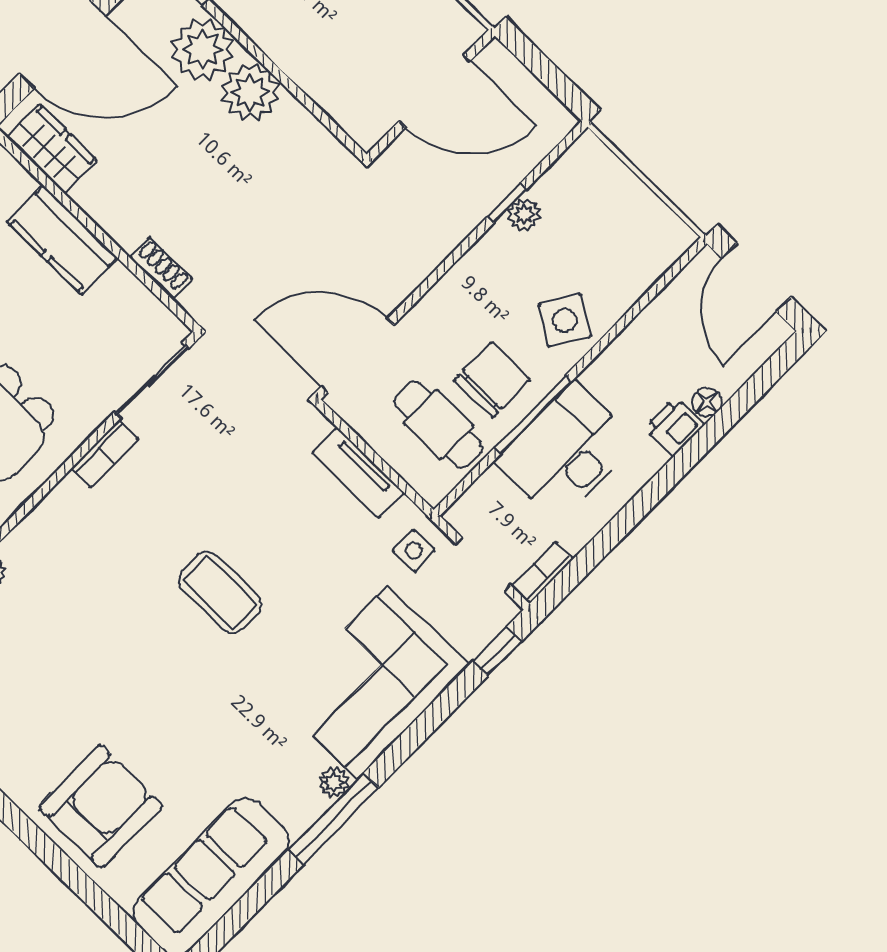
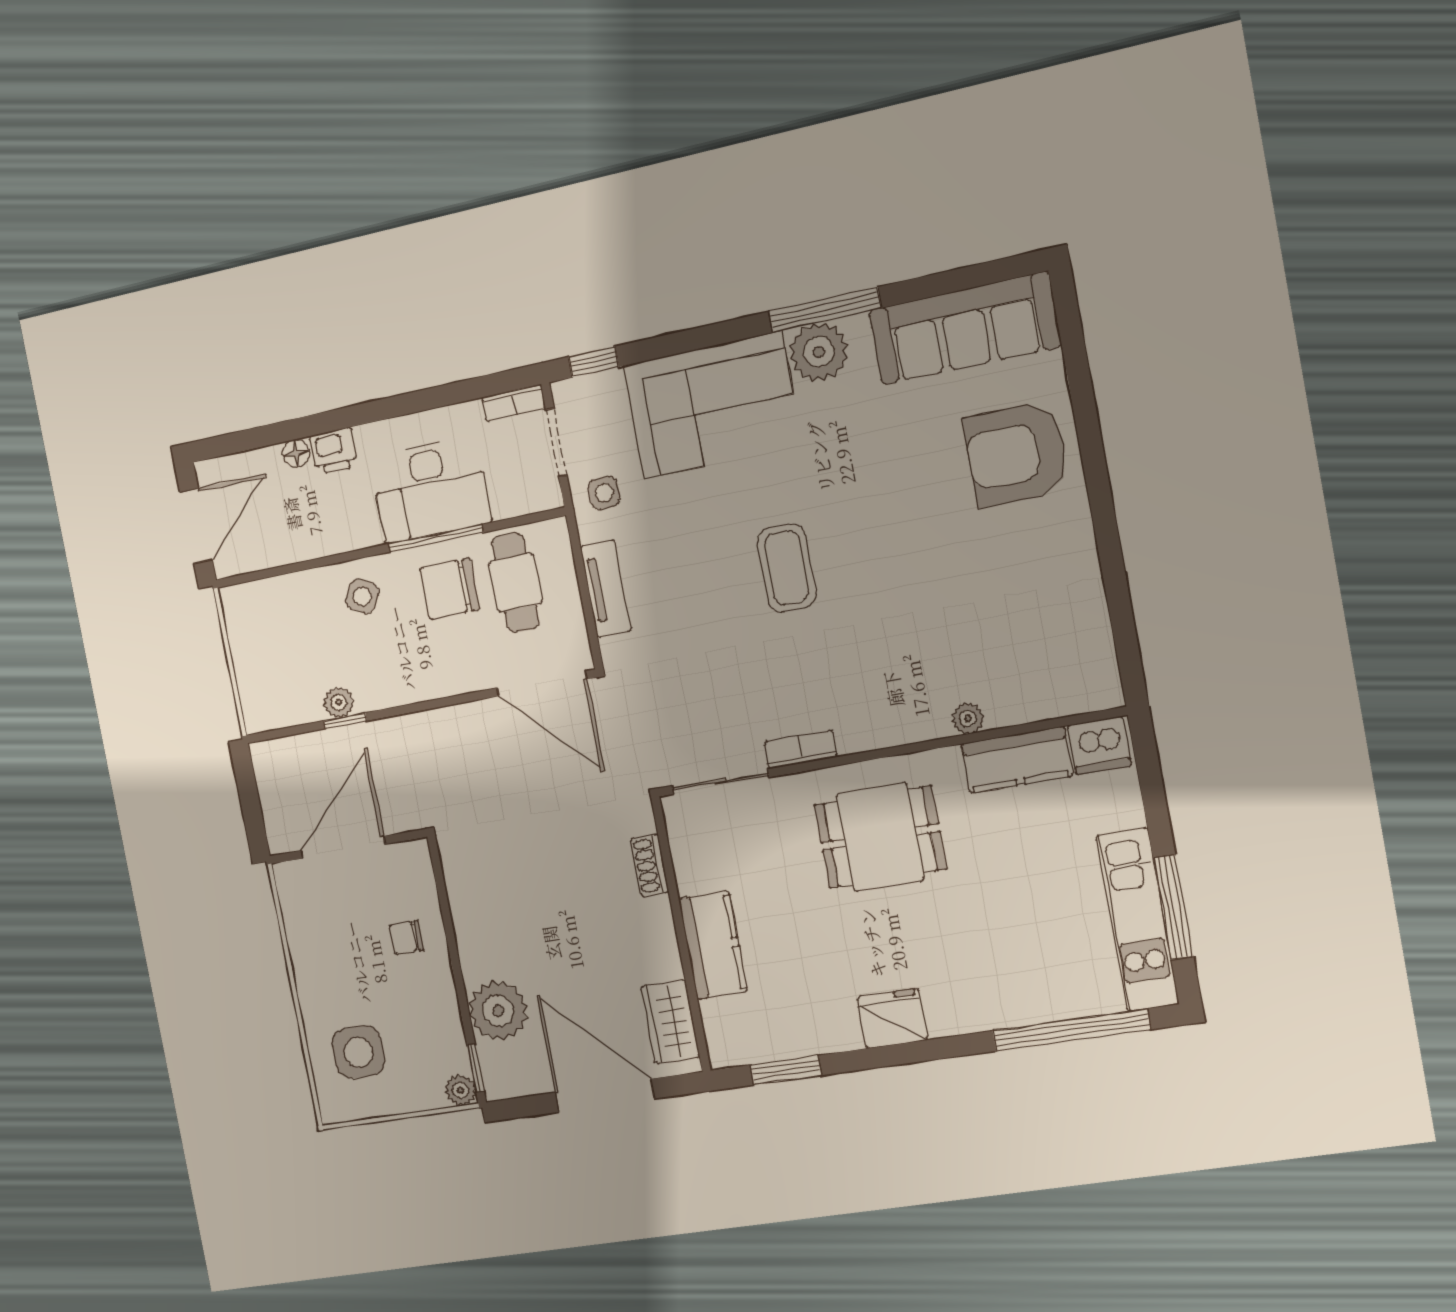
chair: (325, 54) -> (406, 937), added
door: (435, 91) -> (343, 847), hinge flipped
plant: (250, 92) -> (484, 951), removed
side table: (565, 320) -> (362, 596), width x0.73, depth x0.73
plant: (334, 782) -> (819, 352), width x1.87, depth x1.87

